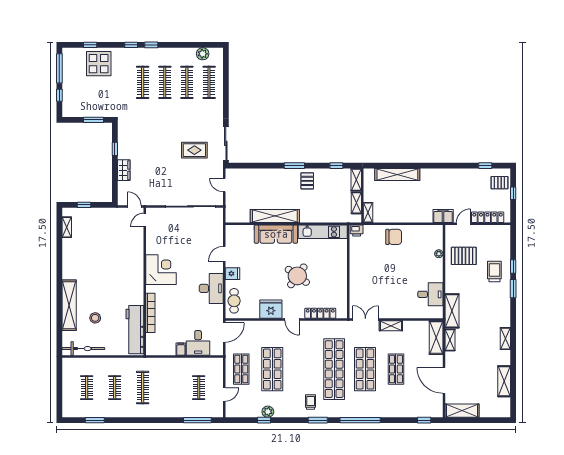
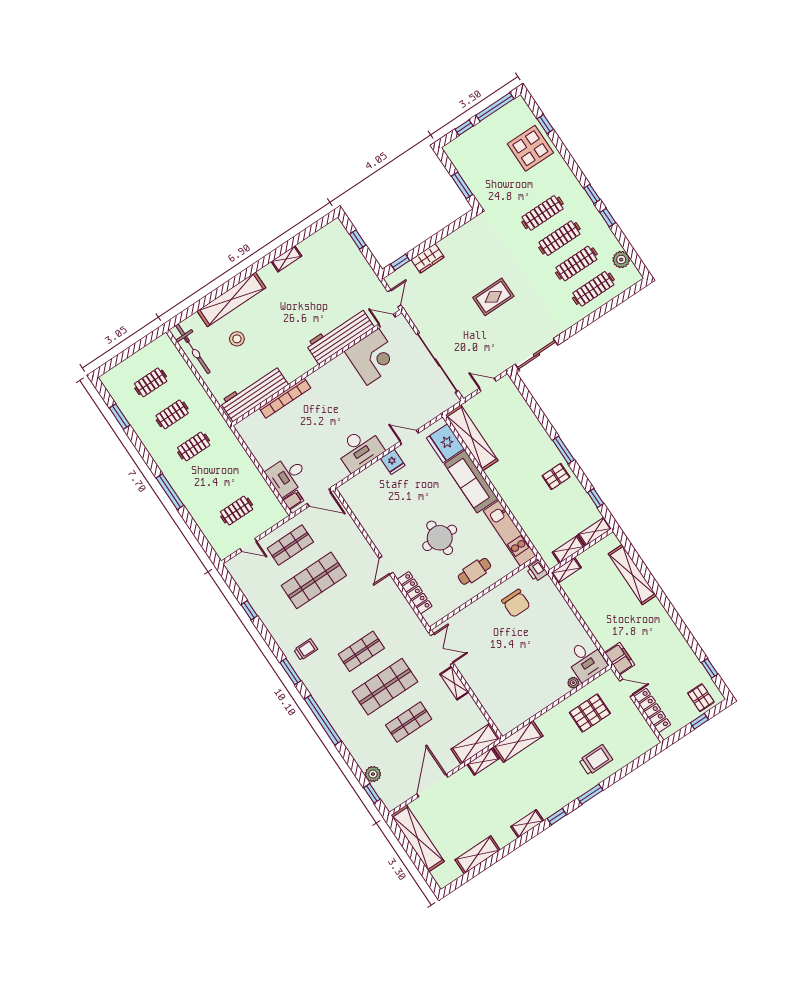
window: (131, 45) -> (608, 218), moved
window: (115, 149) -> (400, 262), moved
rug: (194, 150) -> (493, 297), moved, turned 90
door: (224, 185) -> (488, 385), hinge flipped
shelving: (275, 216) -> (472, 438), moved
shelving: (67, 227) -> (286, 259), moved
chair: (394, 237) -> (516, 603), moved
workbench: (135, 254) -> (340, 336), added
pallet: (464, 256) -> (590, 713), turned 90
window: (513, 266) -> (557, 817), moved
corner desk: (161, 270) -> (373, 357), moved
round table: (297, 276) -> (440, 538), turned -36
desk: (430, 294) -> (586, 660), moved
cafe table: (234, 301) -> (474, 571), moved
fridge: (271, 309) -> (445, 443), moved, turned 180
filing cabinet: (181, 349) -> (293, 500), moved
shop shelf: (334, 369) -> (361, 651), width x0.50, depth x0.74
clothes rail: (143, 388) -> (194, 446), width x0.73
shelving: (462, 411) -> (418, 838), width x1.47
plant: (268, 412) -> (373, 774), moved
window: (197, 420) -> (170, 492), moved

